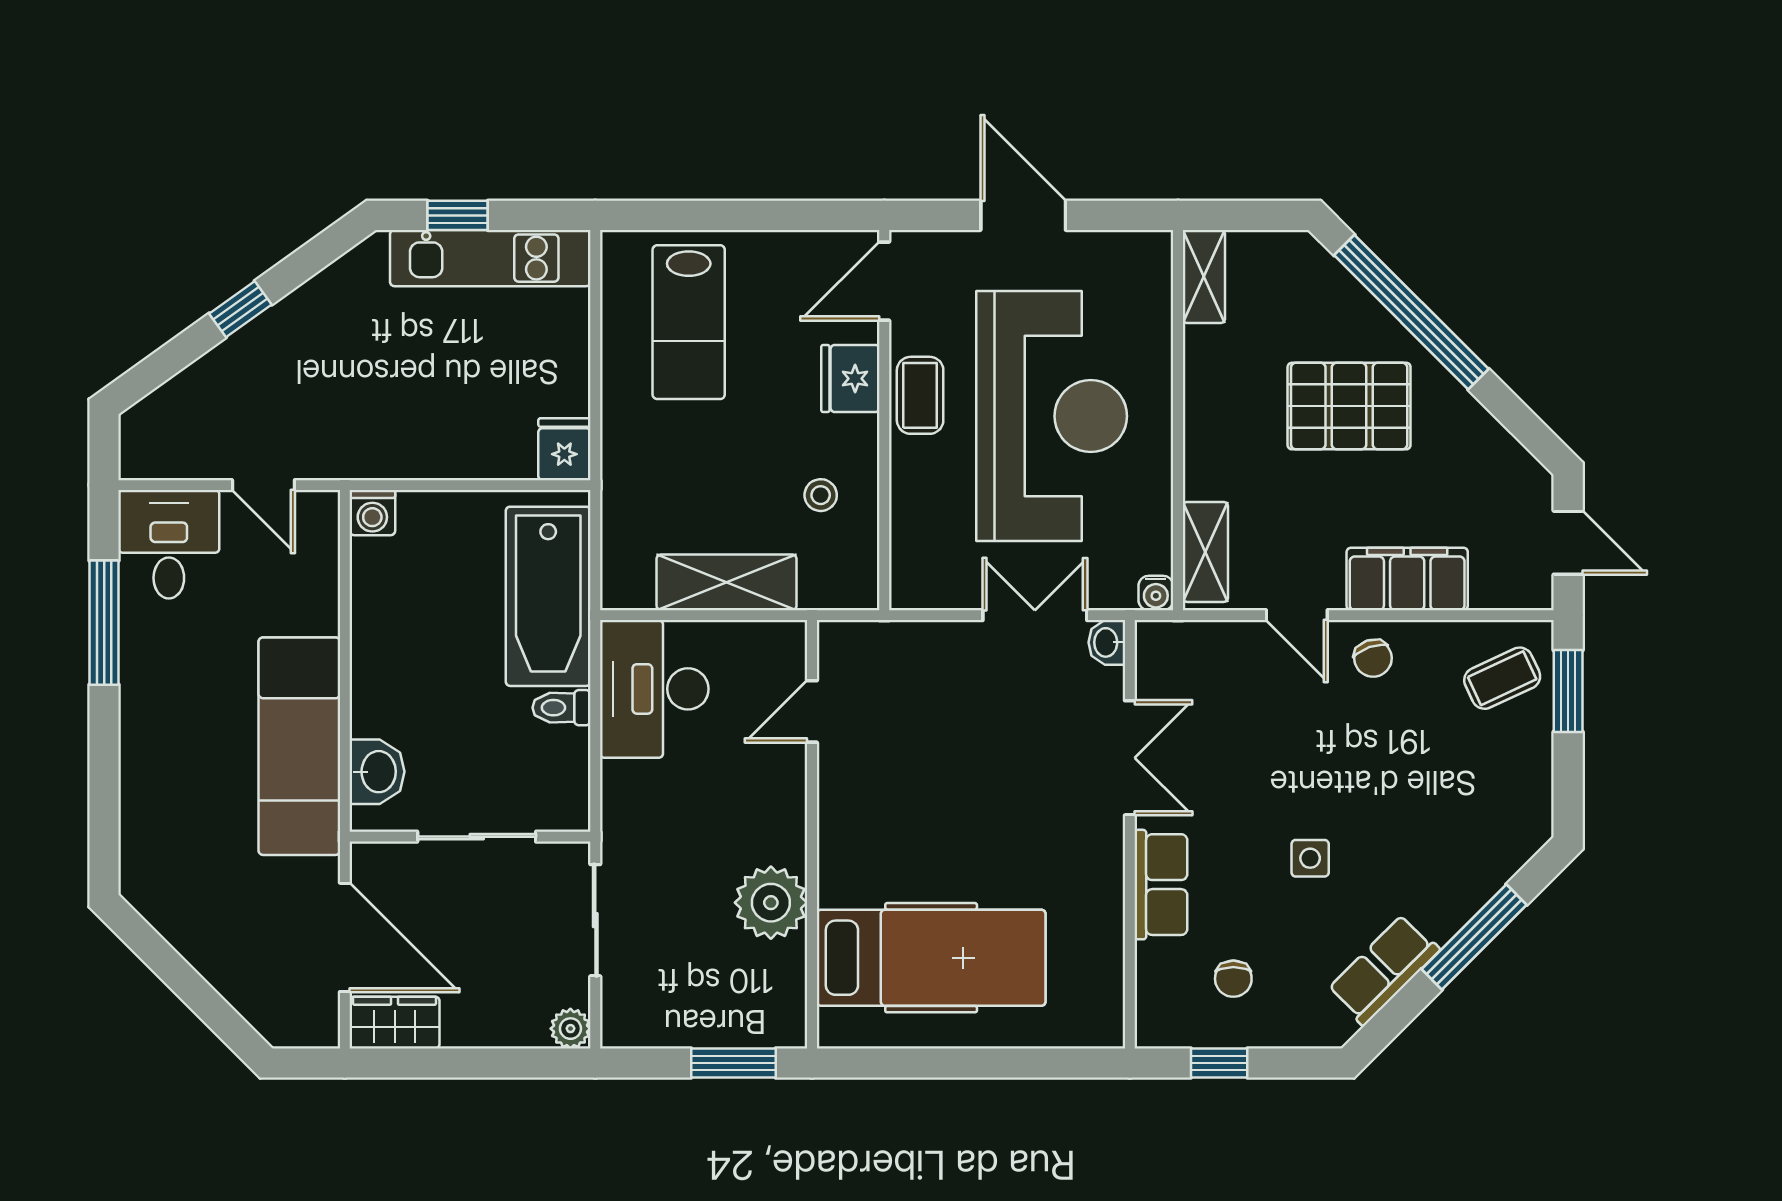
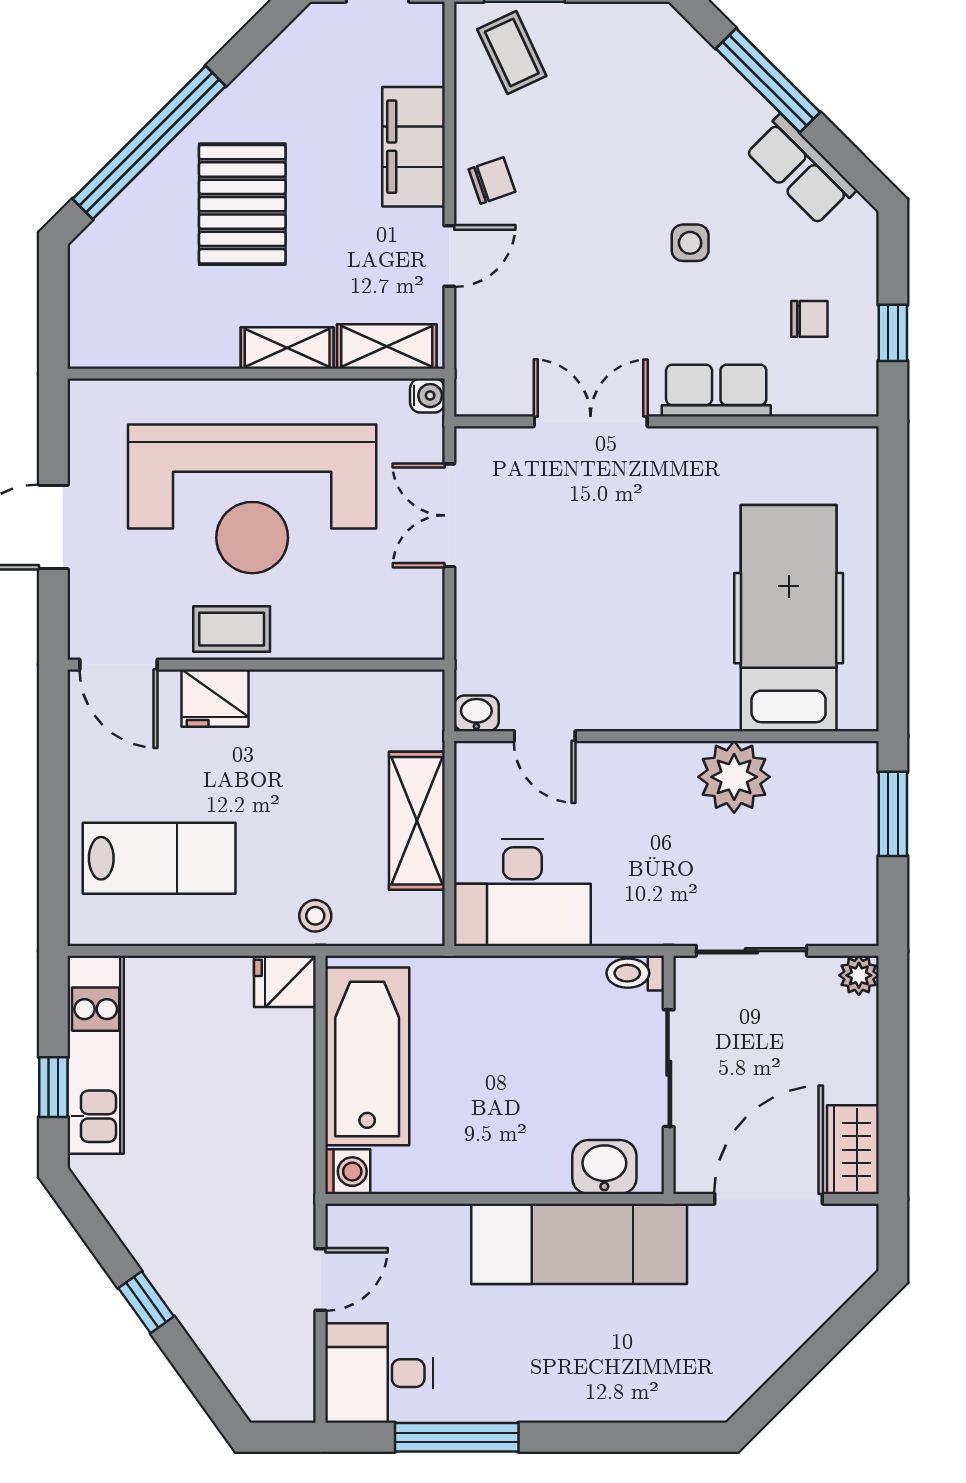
shelving: (1204, 277) -> (287, 348), moved
reception desk: (1052, 416) -> (252, 499), turned 180
stool: (821, 495) -> (315, 916), moved
bathtub: (548, 596) -> (367, 1056), moved, turned -90
washbasin: (1107, 642) -> (476, 713), moved, turned 180
toilet: (562, 708) -> (635, 973), moved, turned 90

